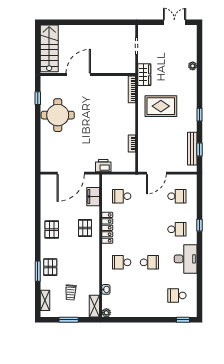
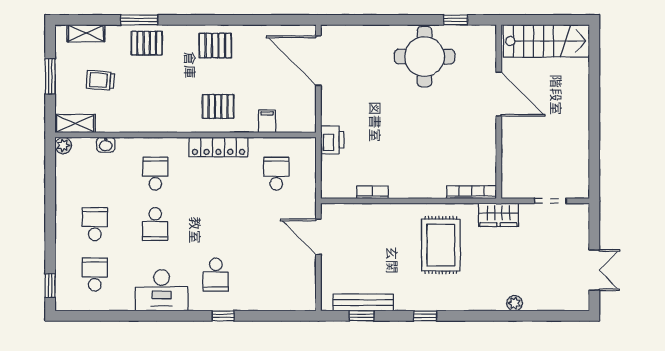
door: (71, 173) -> (318, 61), moved
school desk: (177, 196) -> (95, 224), moved, turned 180
filing cabinet: (93, 197) -> (267, 121), width x0.50

